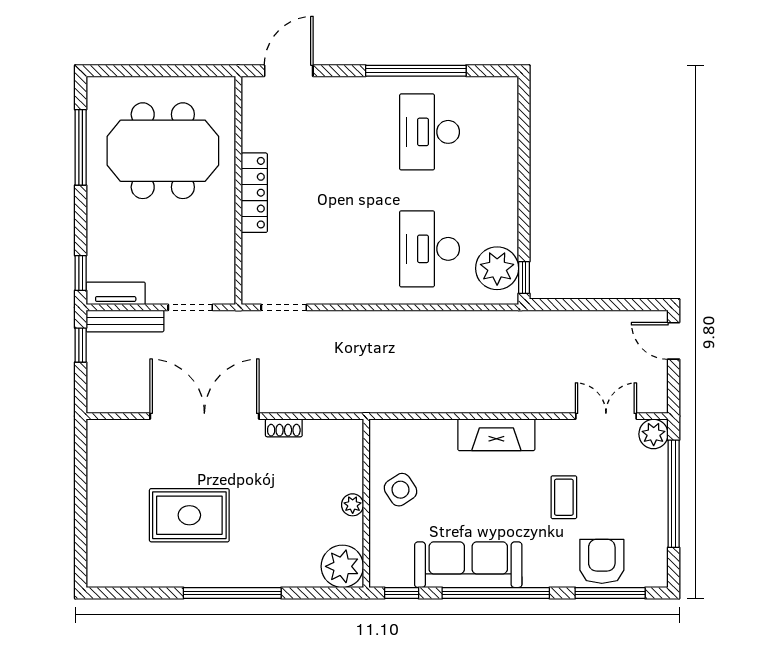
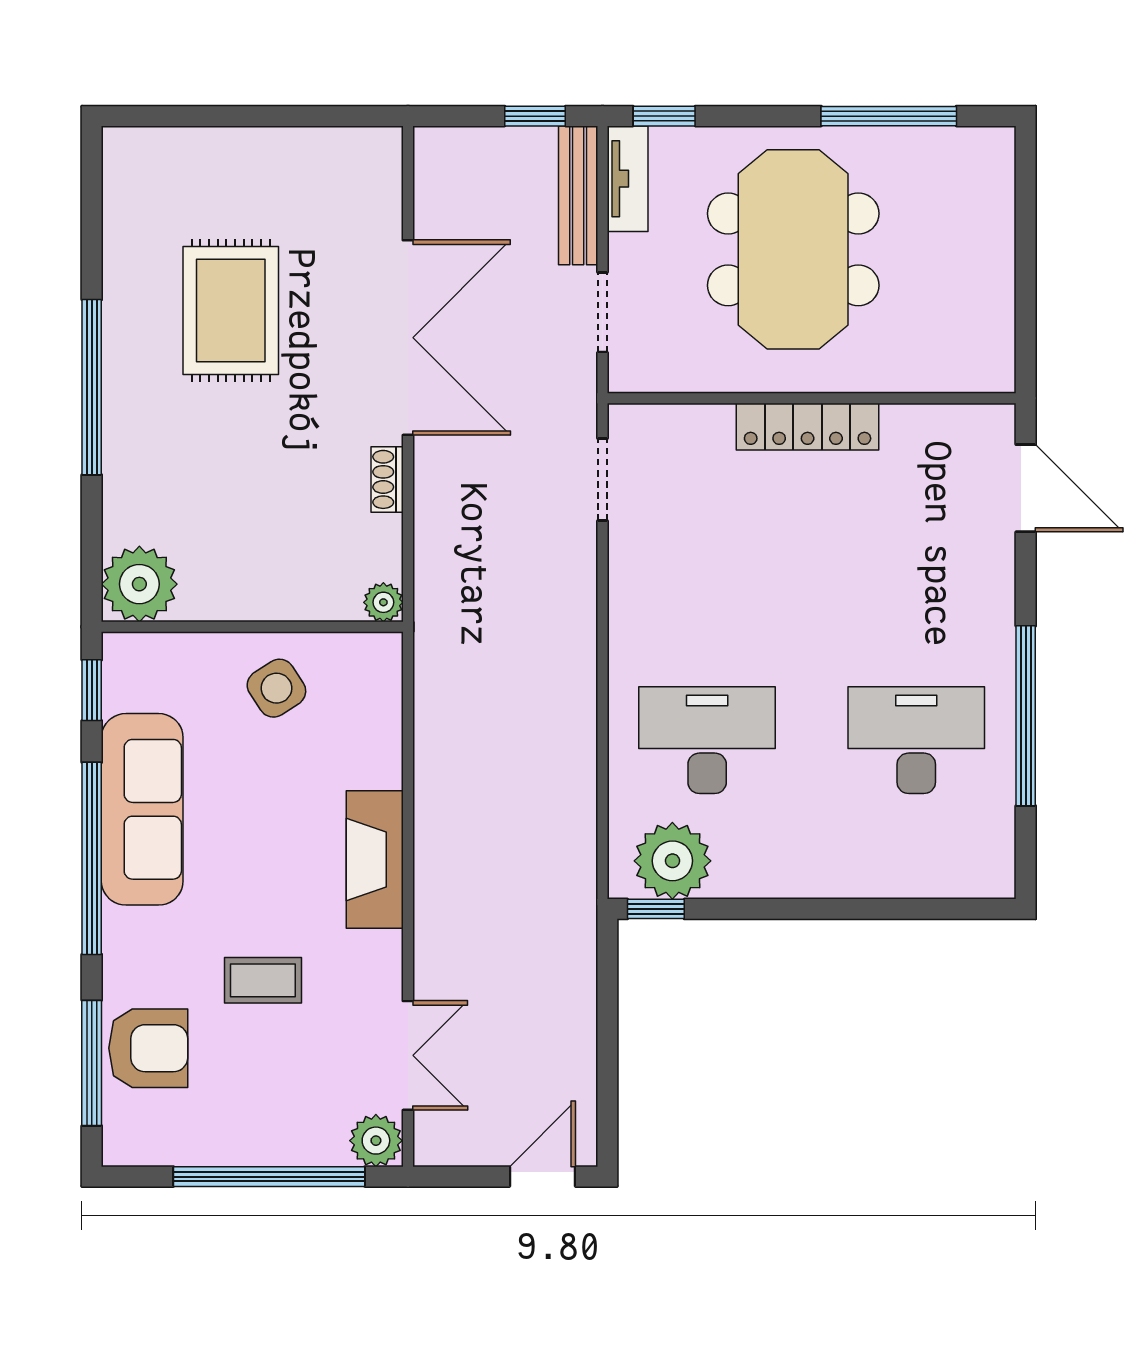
meeting table: (163, 151) -> (793, 249), moved
plant: (353, 505) -> (383, 602), moved

